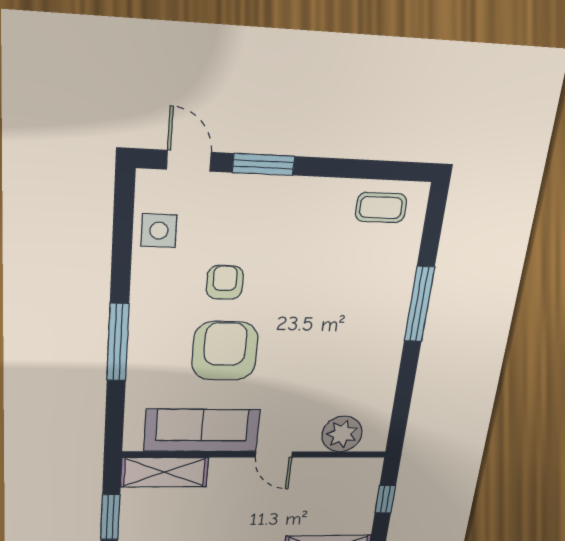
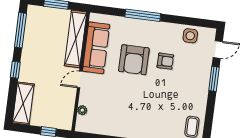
armchair: (225, 351) -> (134, 60), turned 90
plant: (342, 434) -> (82, 110), width x0.53, depth x0.53
shelving: (165, 472) -> (76, 39), width x1.47

